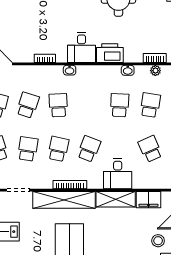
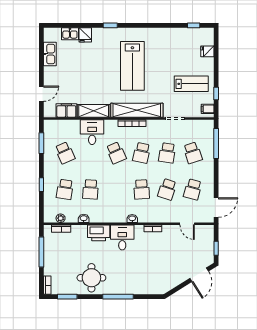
school desk: (89, 149) -> (116, 153), turned -45
stool: (158, 241) -> (58, 76), removed

